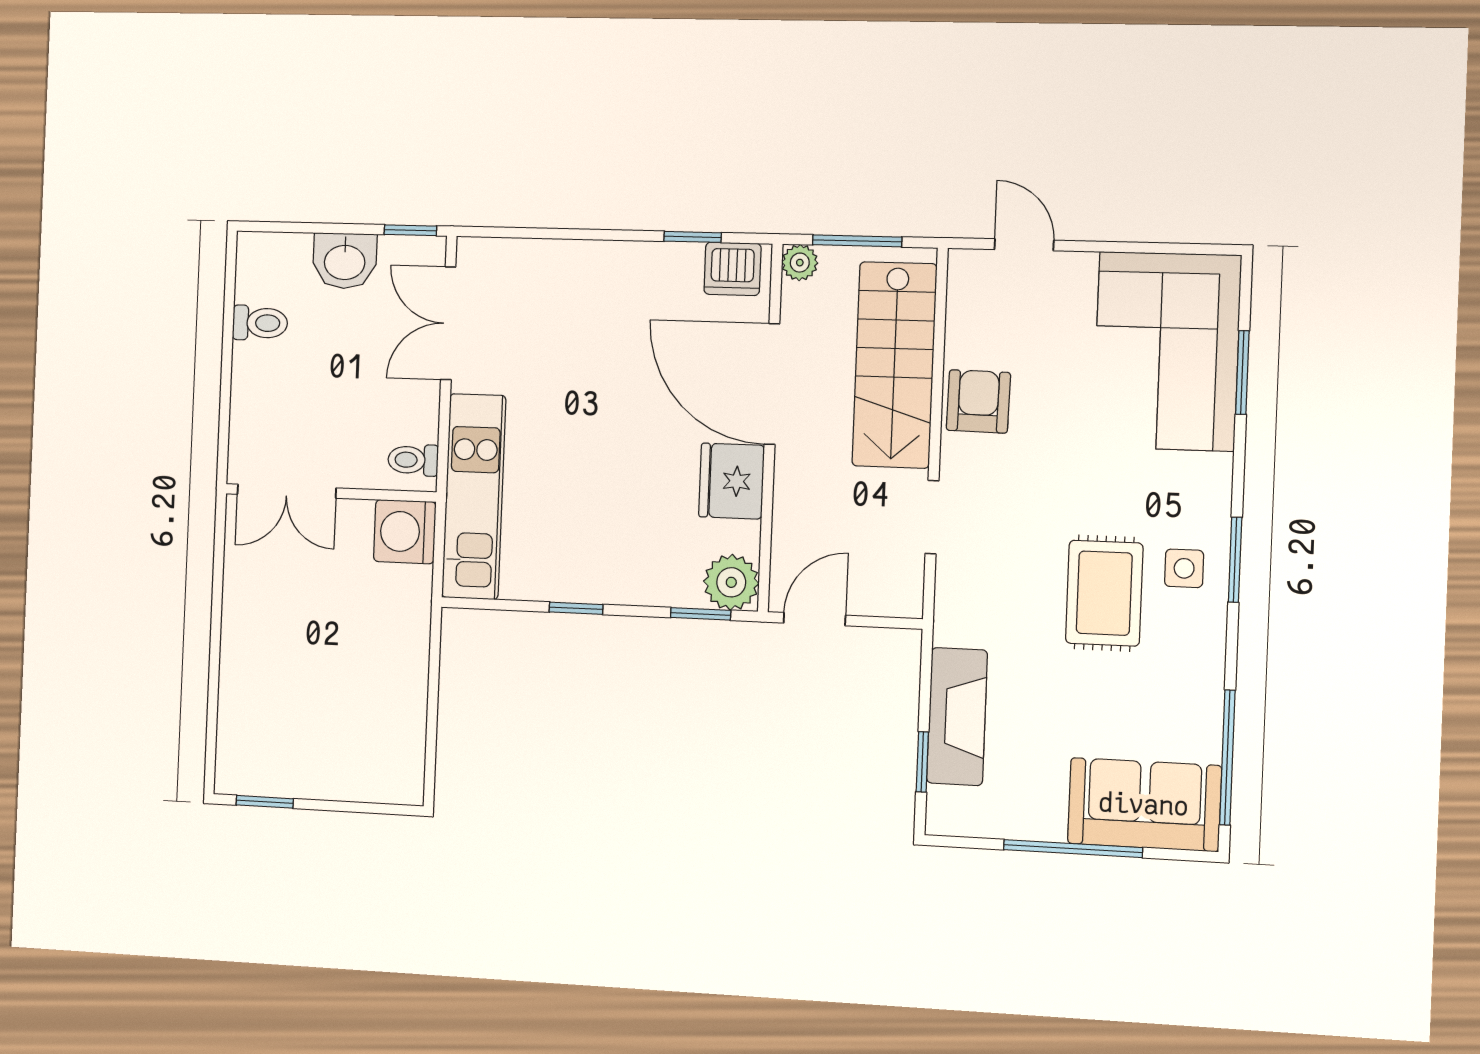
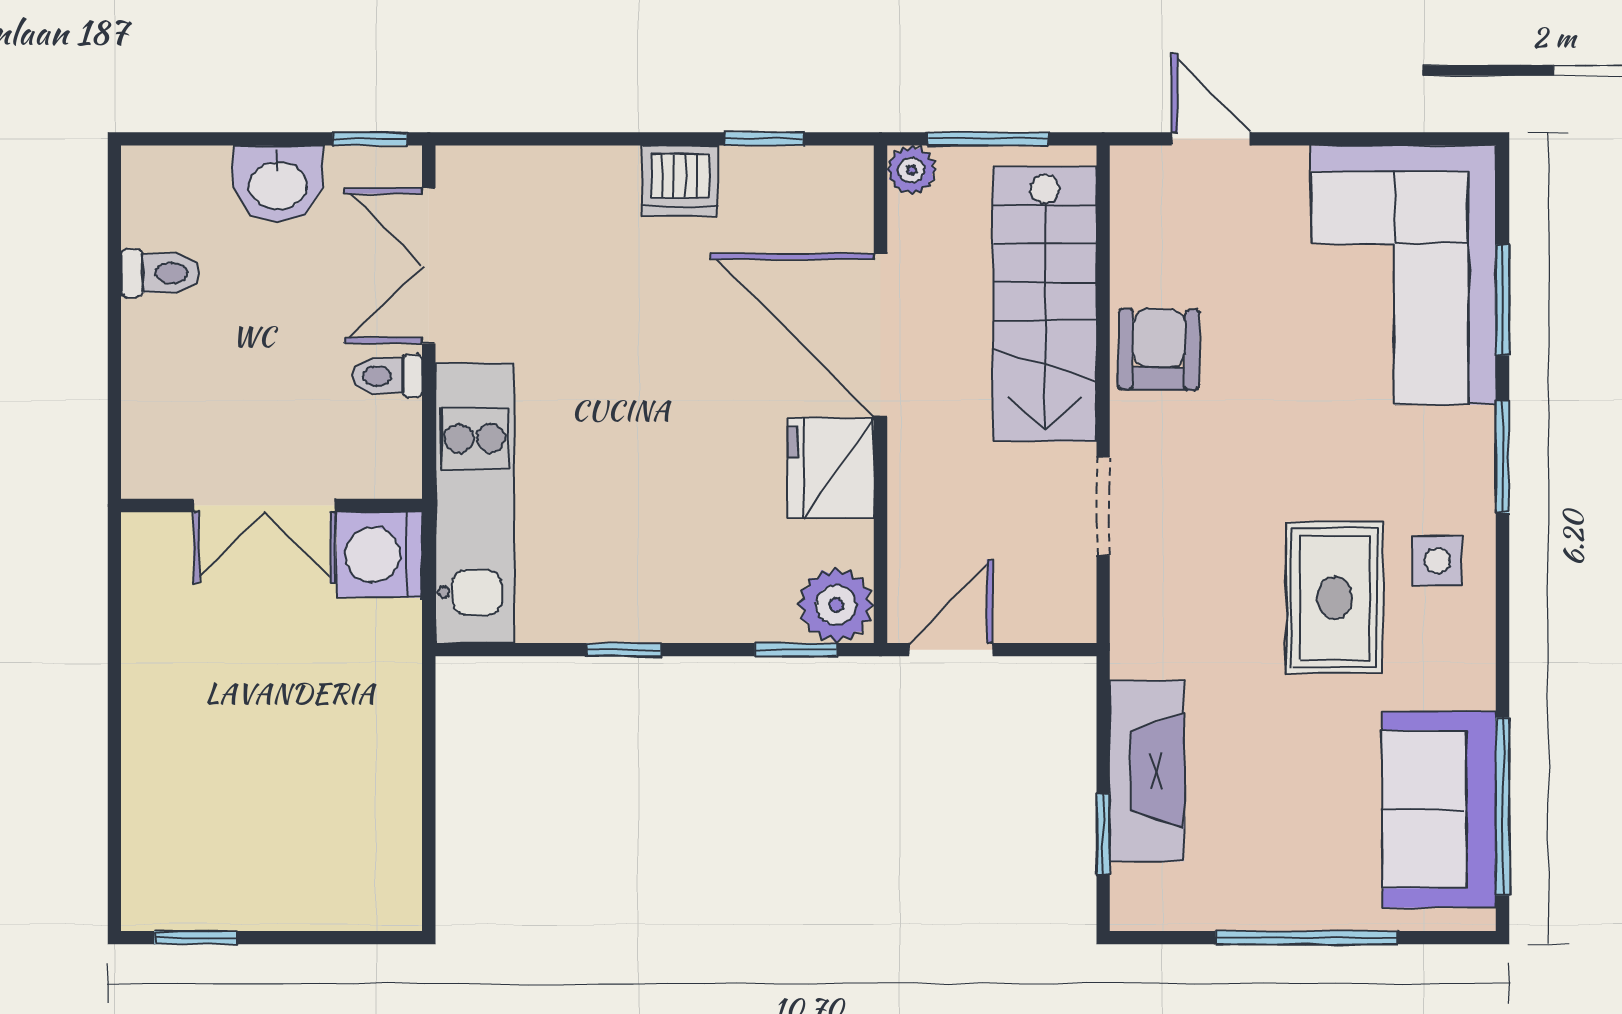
dishwasher: (733, 269) -> (680, 181), moved
toilet: (413, 460) -> (387, 376), moved
double door: (287, 491) -> (265, 506), moved
window: (1235, 560) -> (1503, 457), moved
sofa: (1144, 805) -> (1439, 809), moved, turned -90

